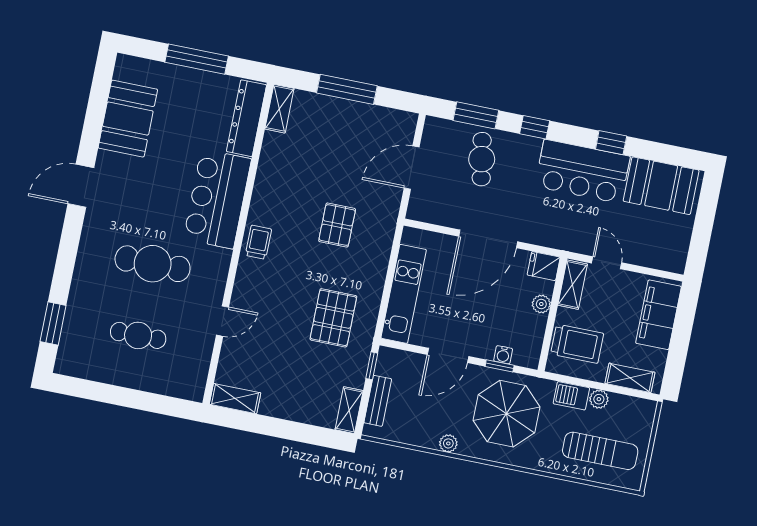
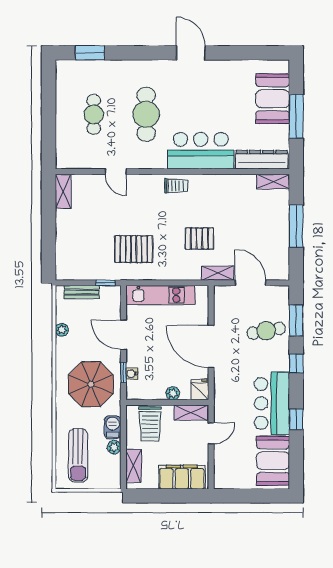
booth: (128, 119) -> (273, 99), moved, turned 90
shelving: (349, 410) -> (217, 273), moved
plant: (448, 443) -> (62, 330), moved

